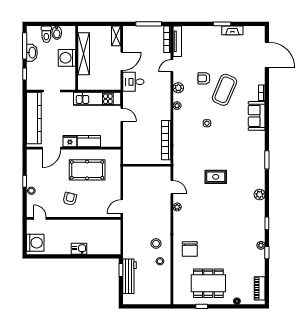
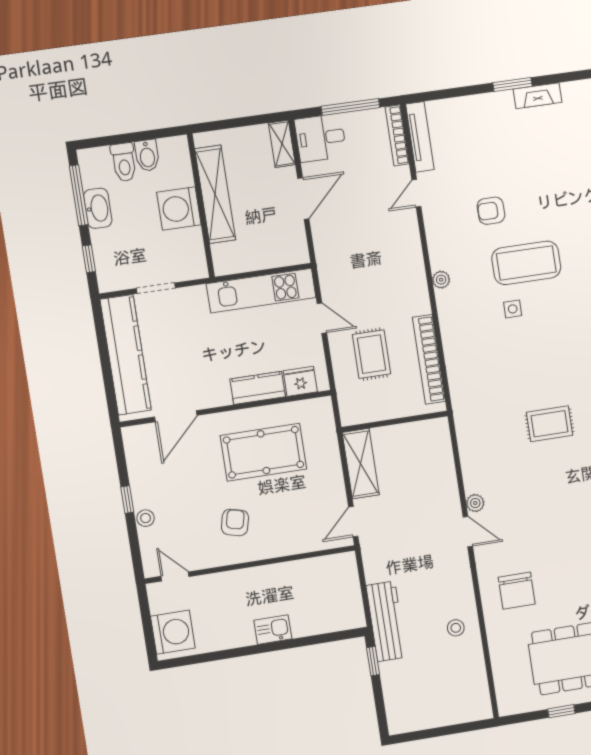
desk: (133, 82) -> (321, 138), moved
plant: (178, 88) -> (438, 240), removed
coffee table: (224, 90) -> (526, 263), moved, turned 67
rug: (141, 134) -> (372, 354), added
fridge: (70, 141) -> (300, 381), moved
shelving: (129, 182) -> (361, 464), added
door: (172, 187) -> (468, 532), moved
stool: (156, 244) -> (441, 590), removed
workbench: (129, 276) -> (386, 621), moved

